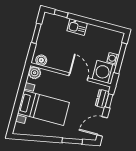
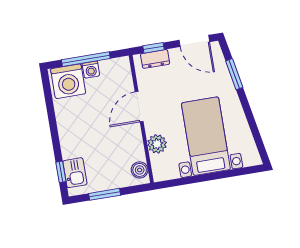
kitchen sink: (77, 27) -> (75, 173), moved
washing machine: (104, 72) -> (68, 81), moved
plant: (35, 73) -> (157, 144), moved

